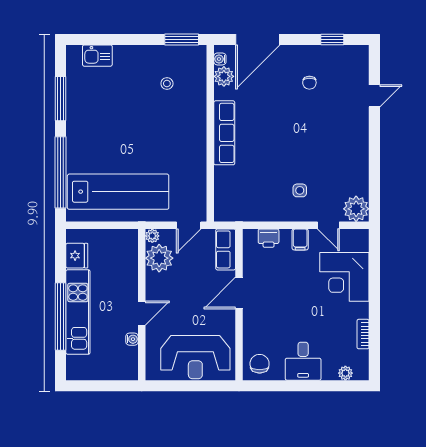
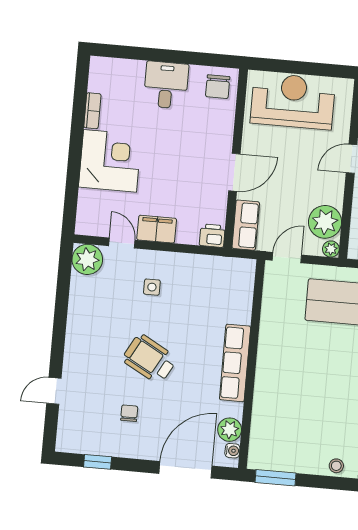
stool: (167, 84) -> (336, 466), moved
wheelchair: (296, 130) -> (149, 359), added
printer: (269, 238) -> (212, 236), moved
filing cabinet: (300, 239) -> (157, 229), width x2.00
corner desk: (344, 277) -> (110, 161), moved
plant: (345, 373) -> (117, 66), removed

